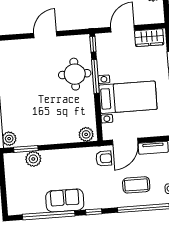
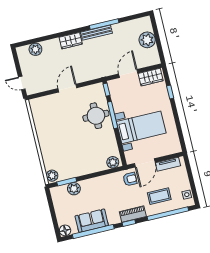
sofa: (65, 200) -> (92, 221), moved
piano: (100, 202) -> (133, 214), added
floor lamp: (14, 208) -> (65, 230), added

